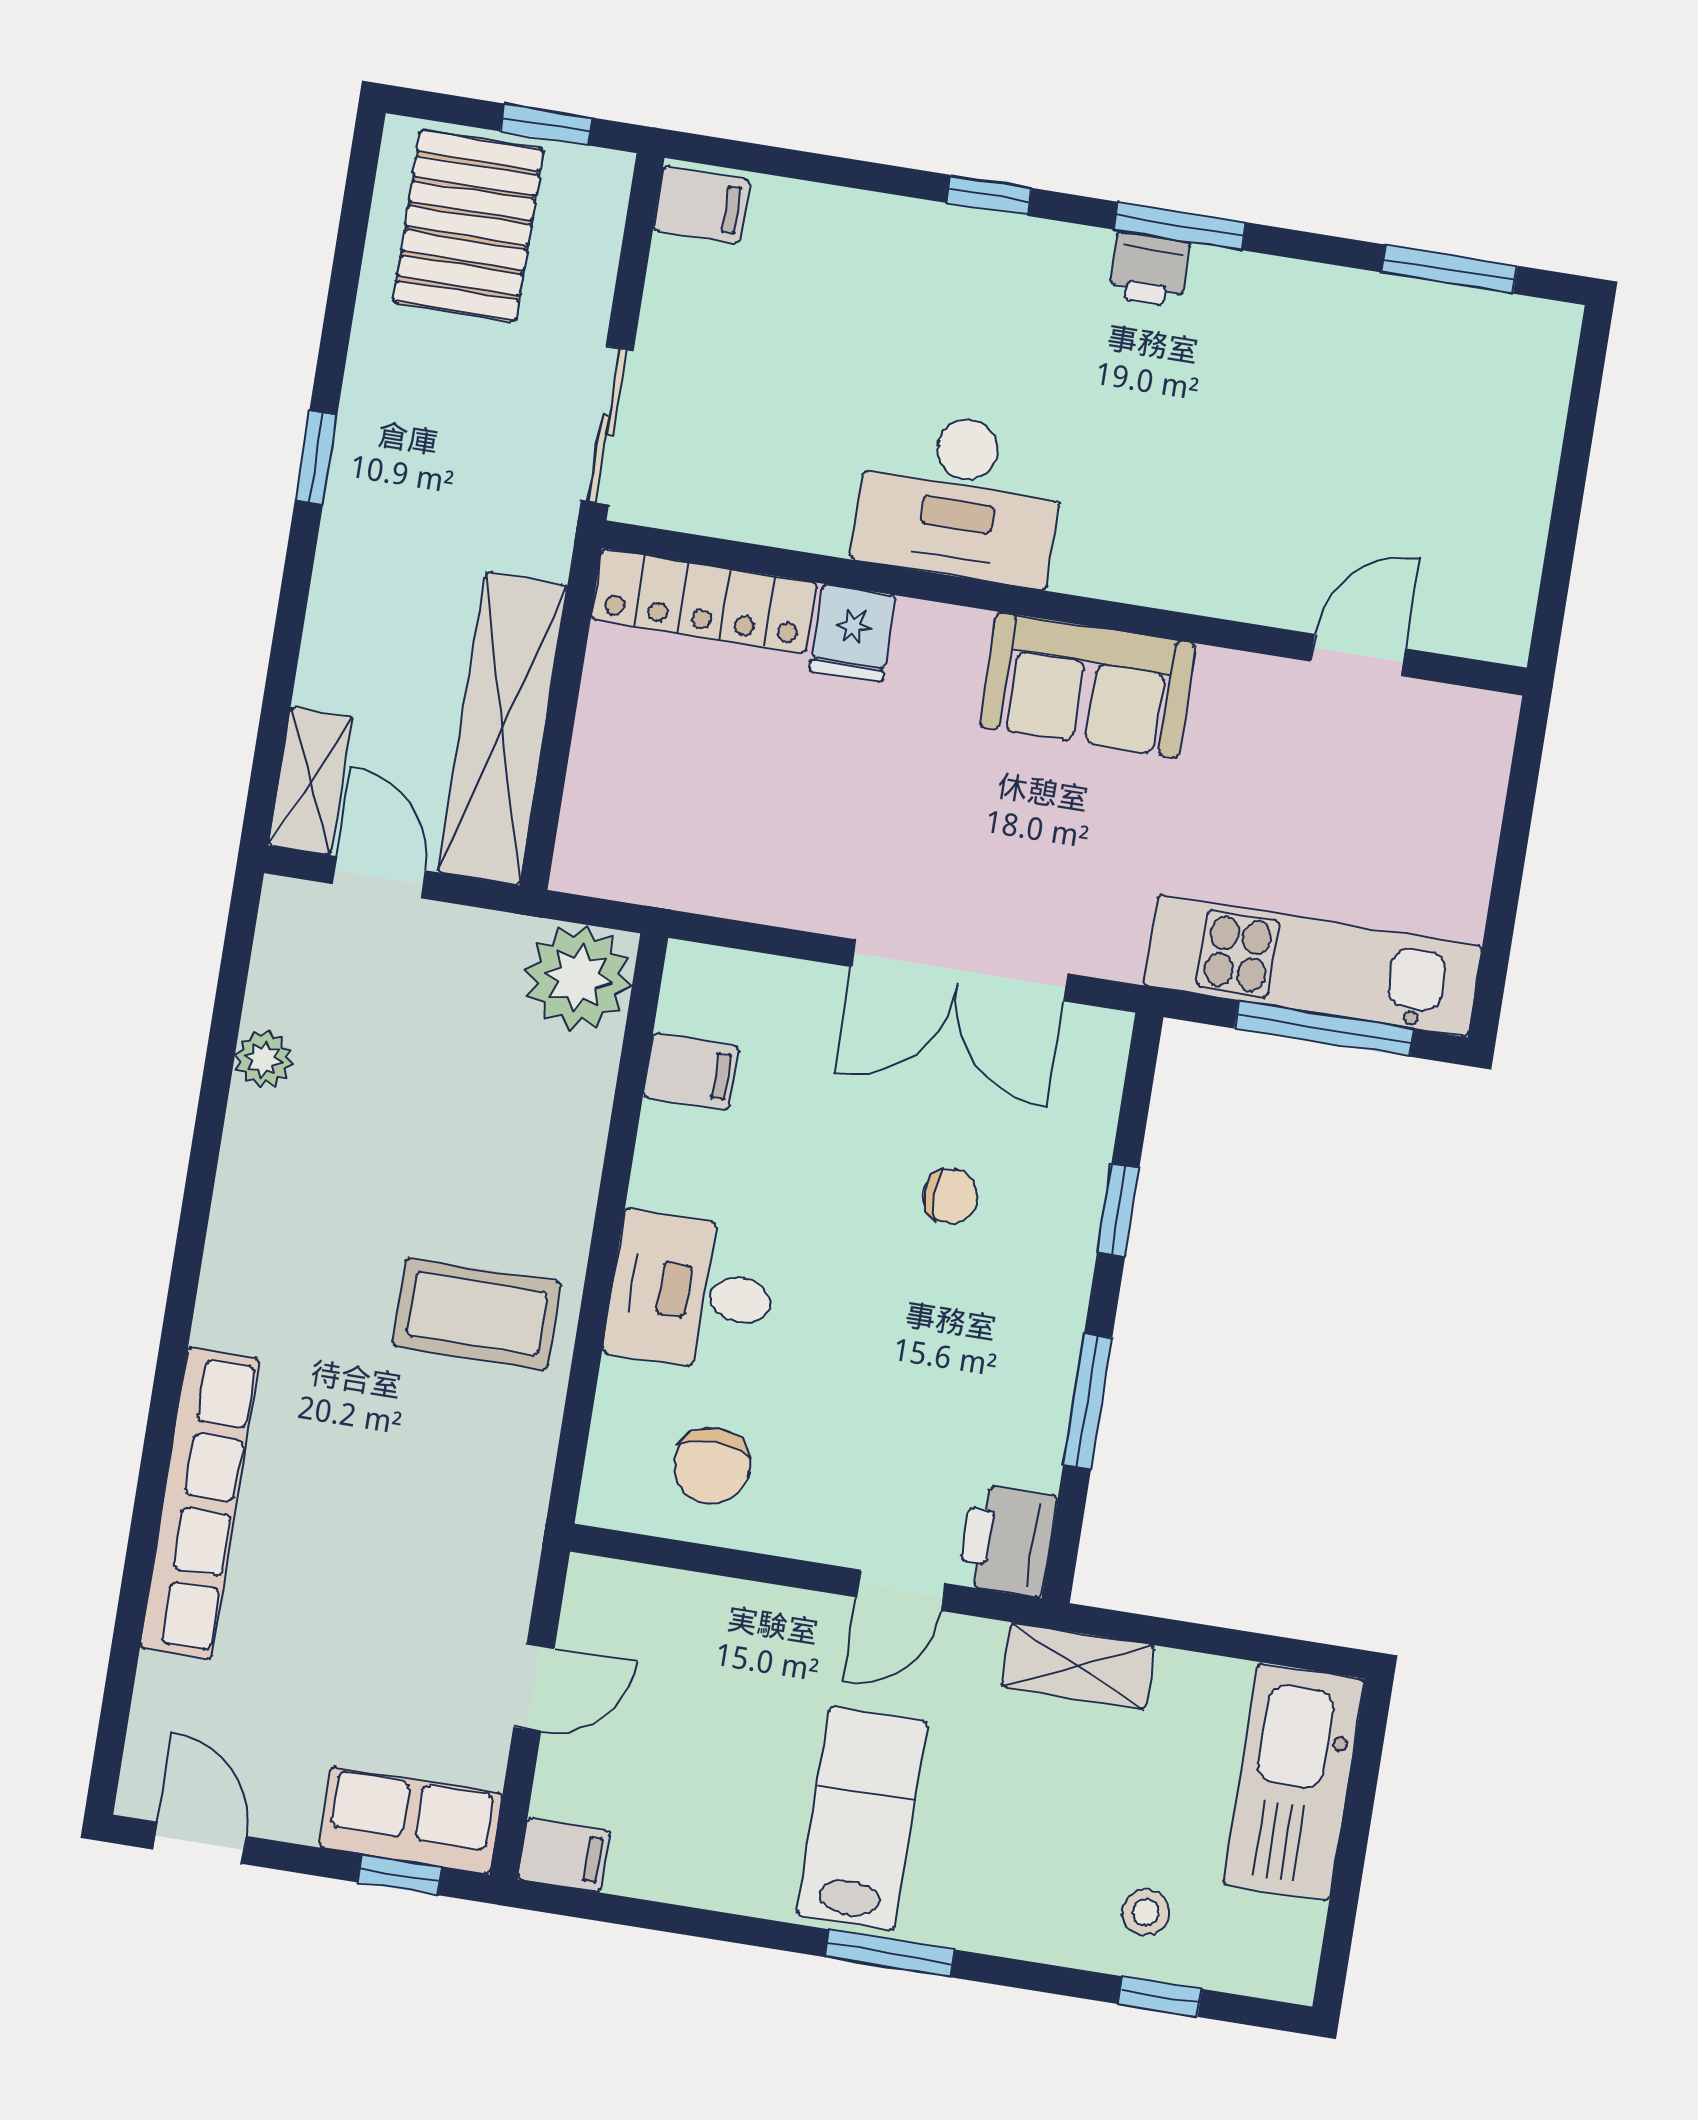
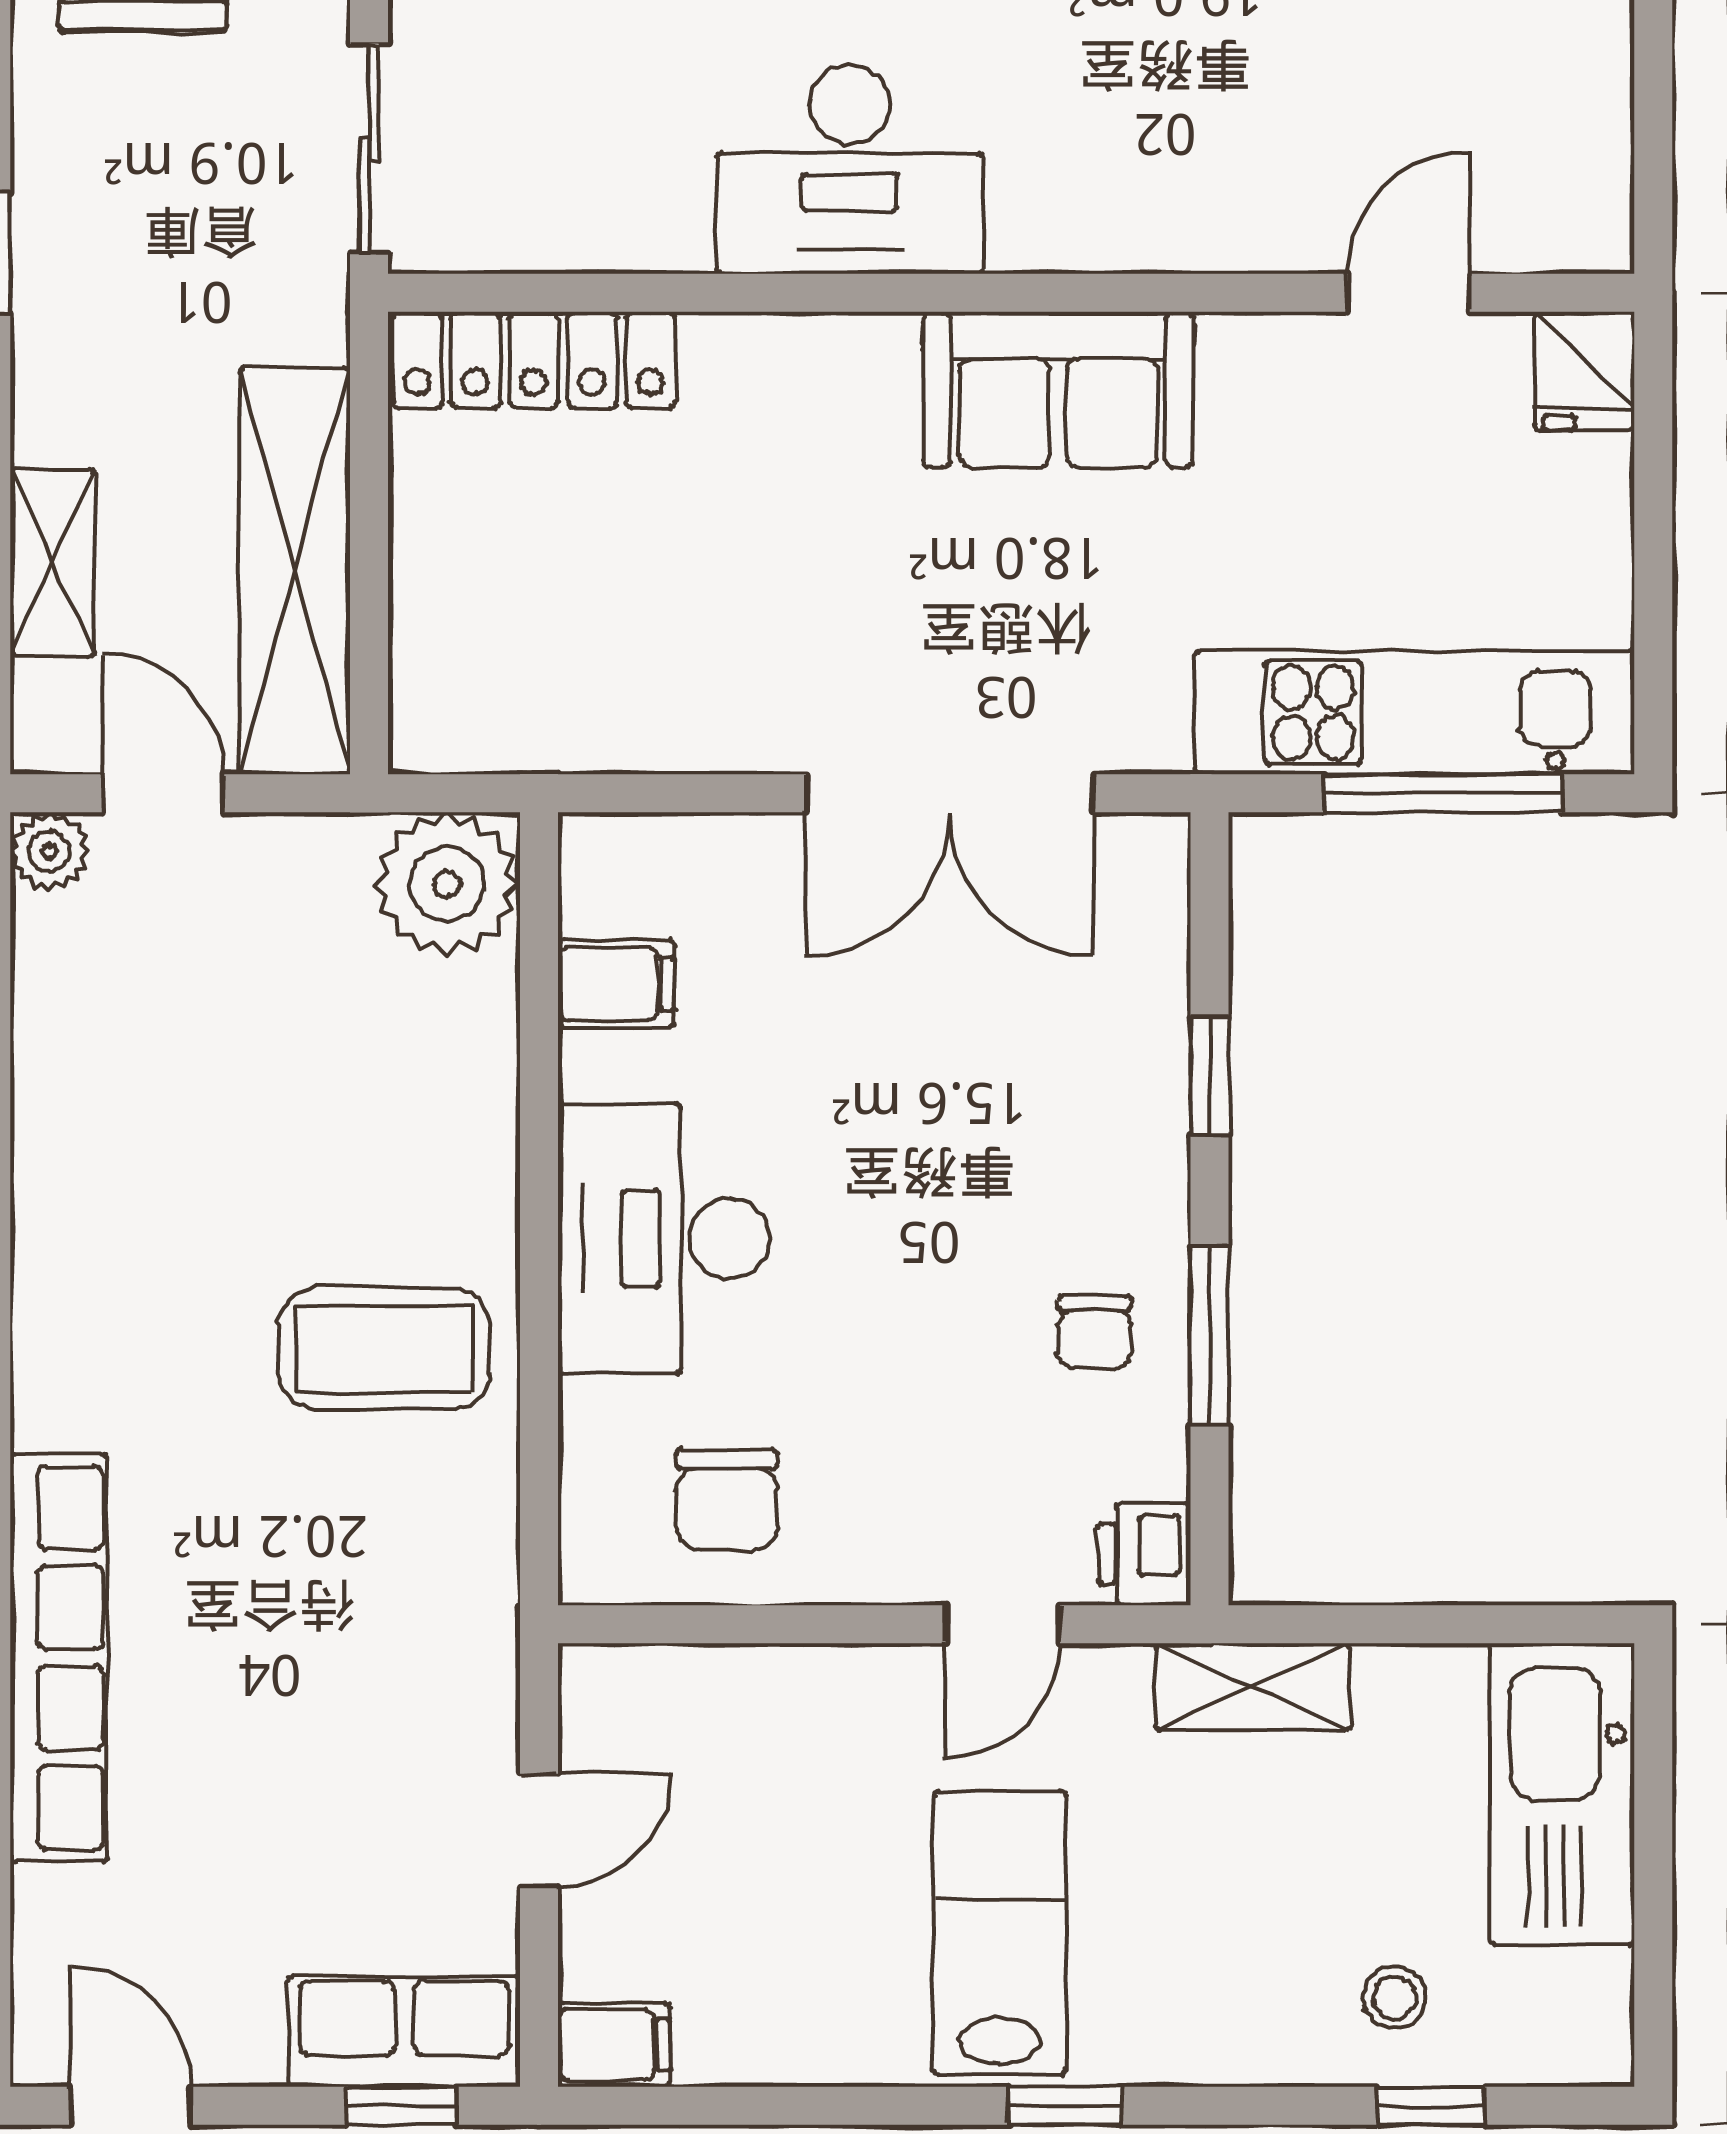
fridge: (853, 633) -> (1585, 371), moved
shelving: (310, 781) -> (52, 563), moved
plant: (264, 1059) -> (49, 851), moved
chair: (951, 1196) -> (1095, 1332), moved, turned 90
desk: (692, 1292) -> (664, 1238), width x1.37
printer: (1007, 1540) -> (1144, 1554), width x0.73, depth x0.81
window: (890, 1953) -> (1065, 2106), width x0.67

